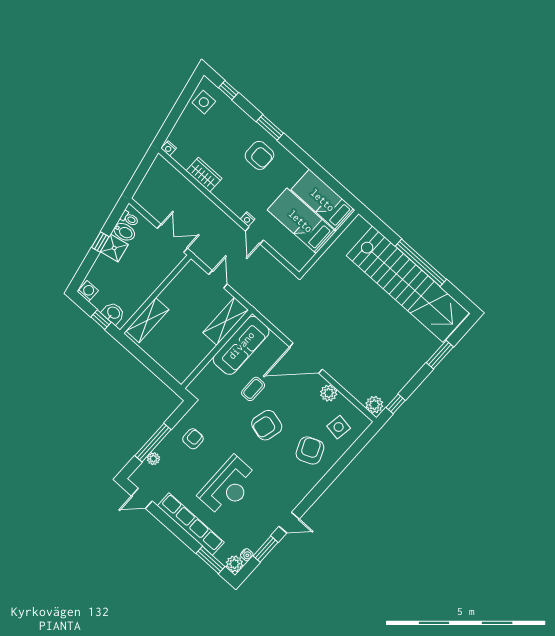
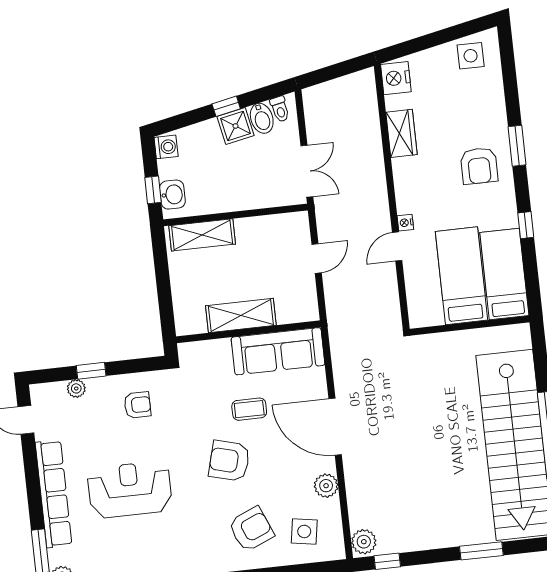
window: (228, 90) -> (526, 225), moved
nightstand: (169, 148) -> (396, 78), width x1.89, depth x1.79
shelving: (226, 321) -> (241, 316), moved
window: (153, 443) -> (91, 371), width x0.46
reception desk: (228, 486) -> (130, 490), turned 180

